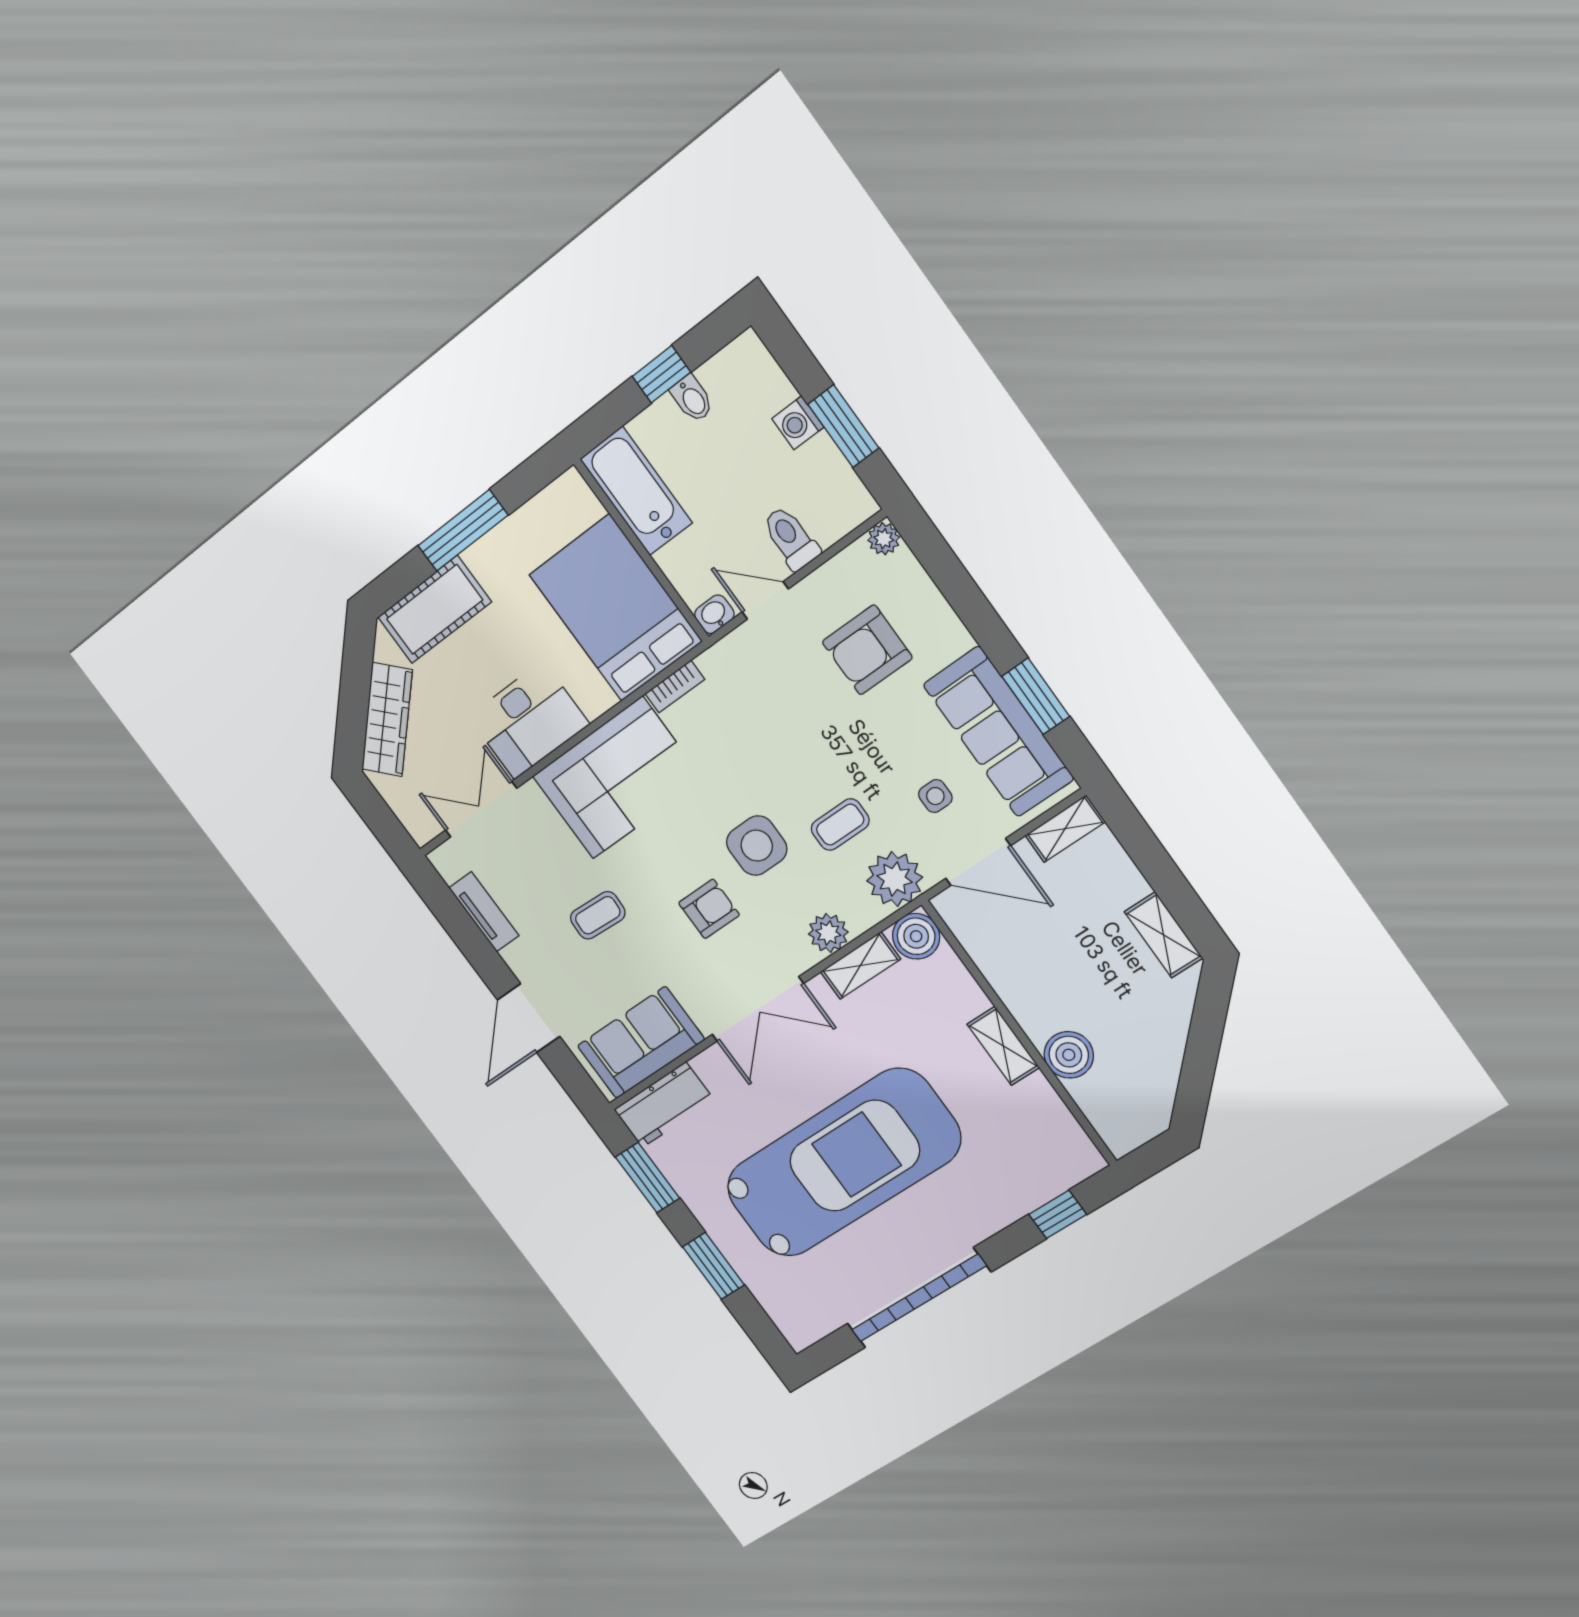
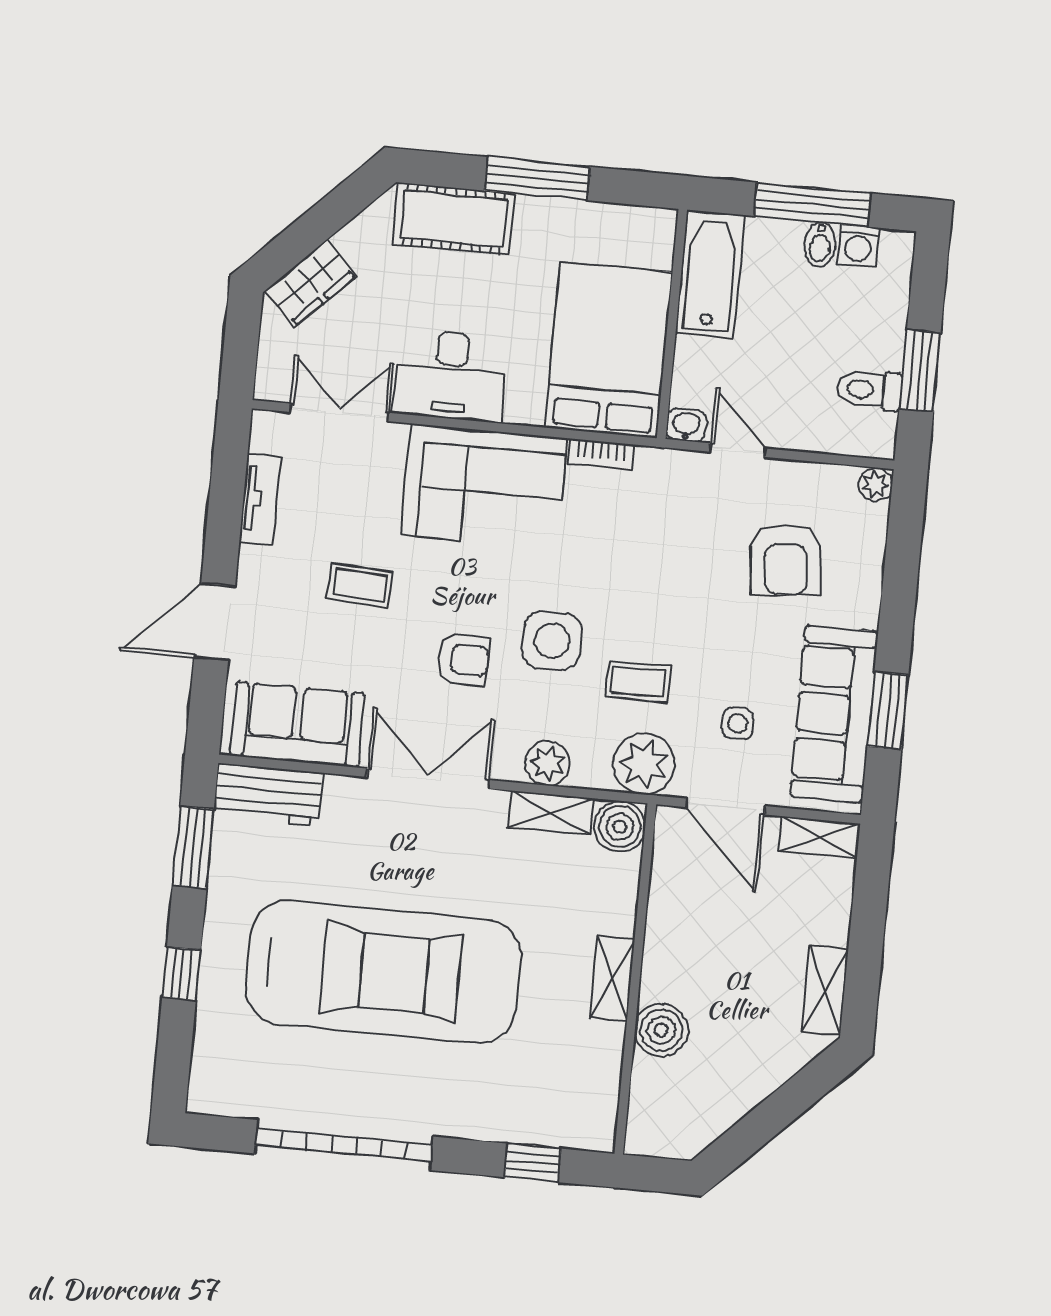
window: (661, 374) -> (812, 205), width x2.17
washing machine: (798, 423) -> (858, 246), moved, turned -90
toilet: (791, 538) -> (869, 390), moved, turned -90
armchair: (867, 650) -> (786, 560), turned -96
wardrobe: (387, 720) -> (311, 283), width x0.67
double door: (758, 1009) -> (428, 778), swing flipped
window: (713, 1266) -> (181, 973), width x0.67

